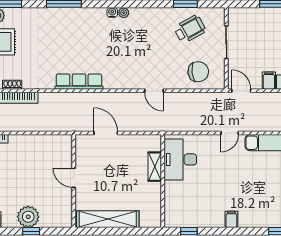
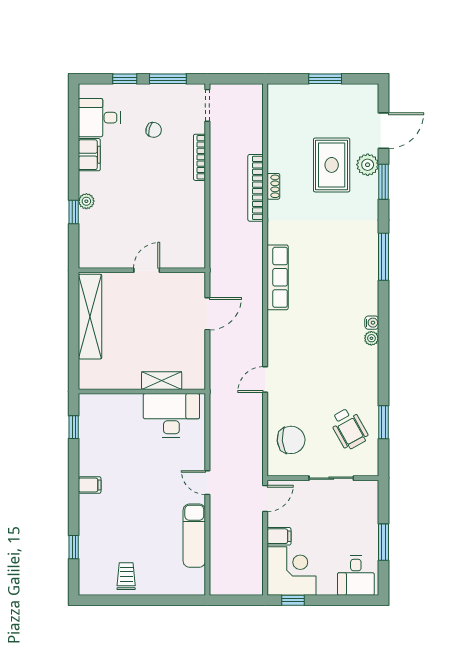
chair: (198, 72) -> (291, 440), turned -89
plant: (28, 217) -> (86, 201), width x0.53, depth x0.53

